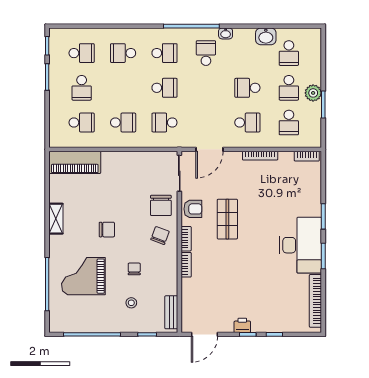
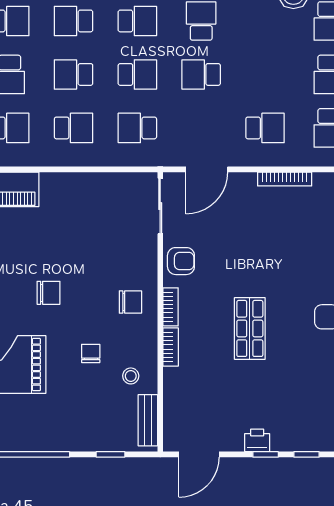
school desk: (123, 88) -> (74, 74), added
school desk: (247, 88) -> (201, 74), moved
chair: (161, 205) -> (132, 256), removed
shop shelf: (227, 219) -> (250, 328), moved
chair: (160, 236) -> (130, 302), turned 69
stool: (131, 303) -> (131, 376), moved

